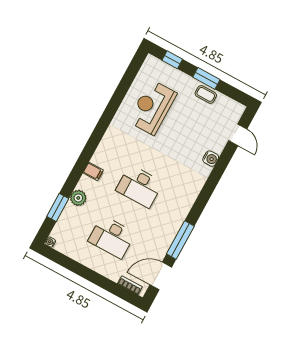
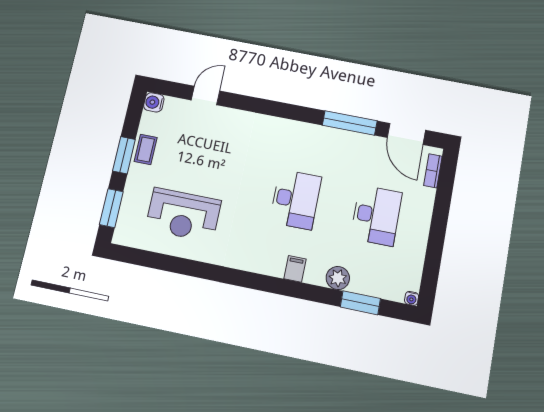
window: (172, 60) -> (111, 208), width x1.50
door: (238, 135) -> (205, 95), moved
water cooler: (211, 159) -> (154, 102), moved, turned -90

